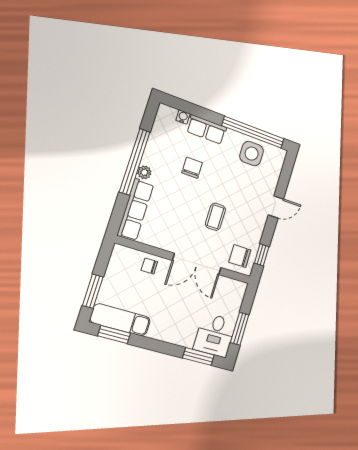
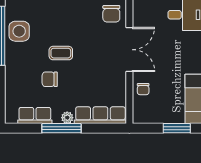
water cooler: (183, 117) -> (10, 100), removed
row of seats: (207, 129) -> (35, 115), moved, turned -90
window: (135, 162) -> (61, 128), width x0.68
coffee table: (215, 217) -> (61, 53), moved

